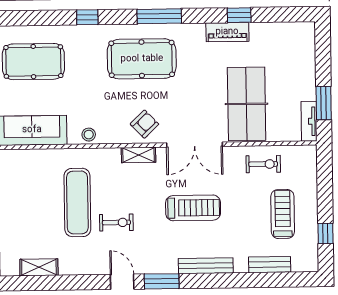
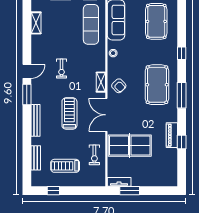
exercise mat: (77, 202) -> (91, 24), moved, turned 90
treadmill: (193, 208) -> (69, 114), turned 180
treadmill: (283, 214) -> (65, 166), turned 180

